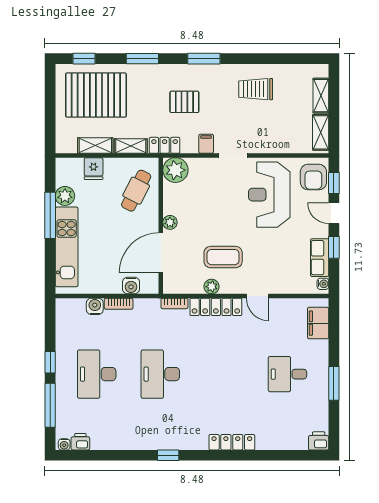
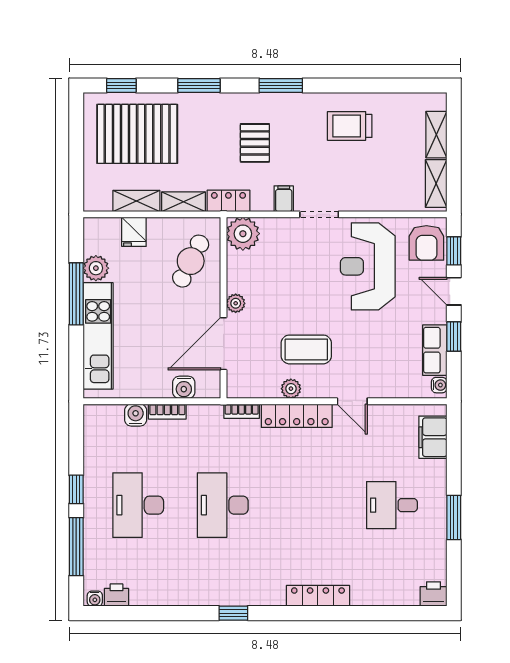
pallet: (184, 102) -> (255, 143), turned 90

